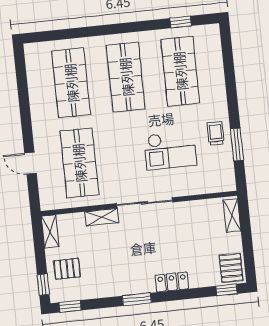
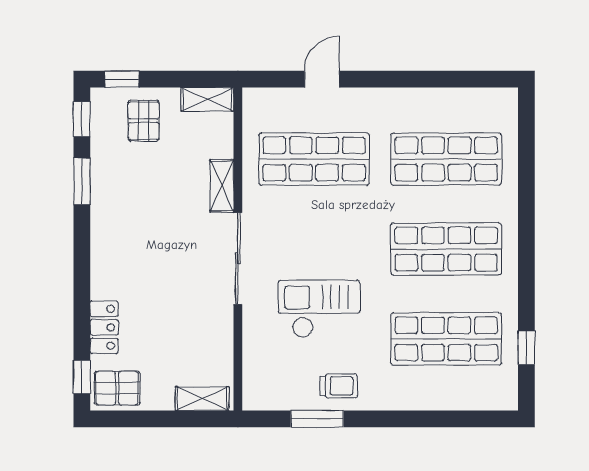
checkout: (170, 150) -> (319, 309), turned 90
locker: (172, 282) -> (104, 327), moved
window: (137, 299) -> (82, 181), moved

